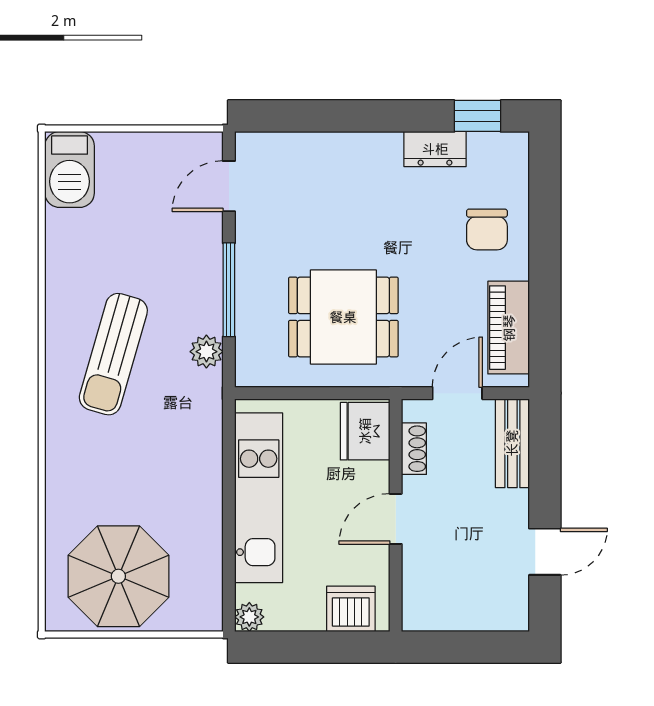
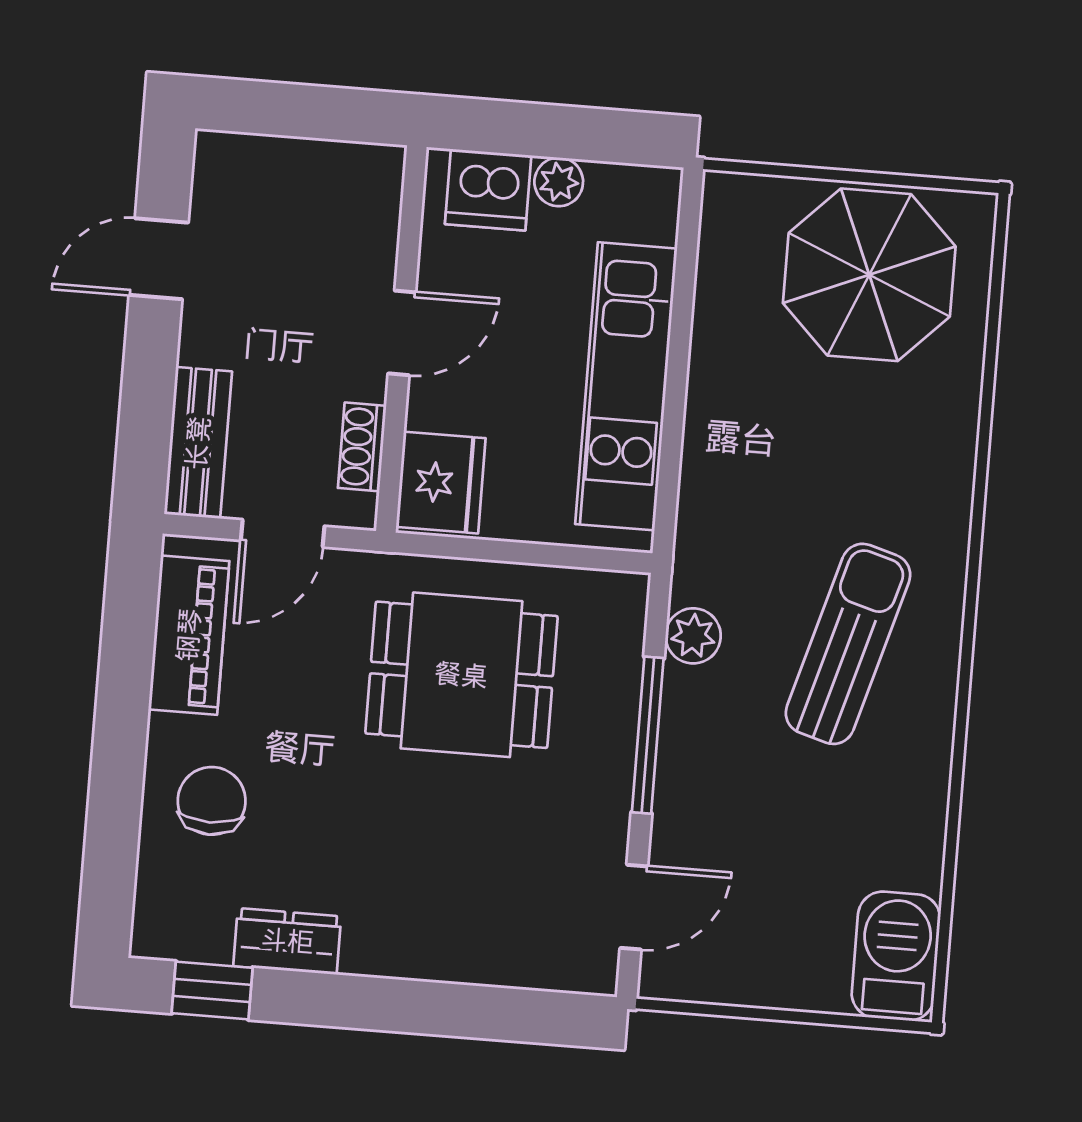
plant: (249, 617) -> (559, 182), moved

